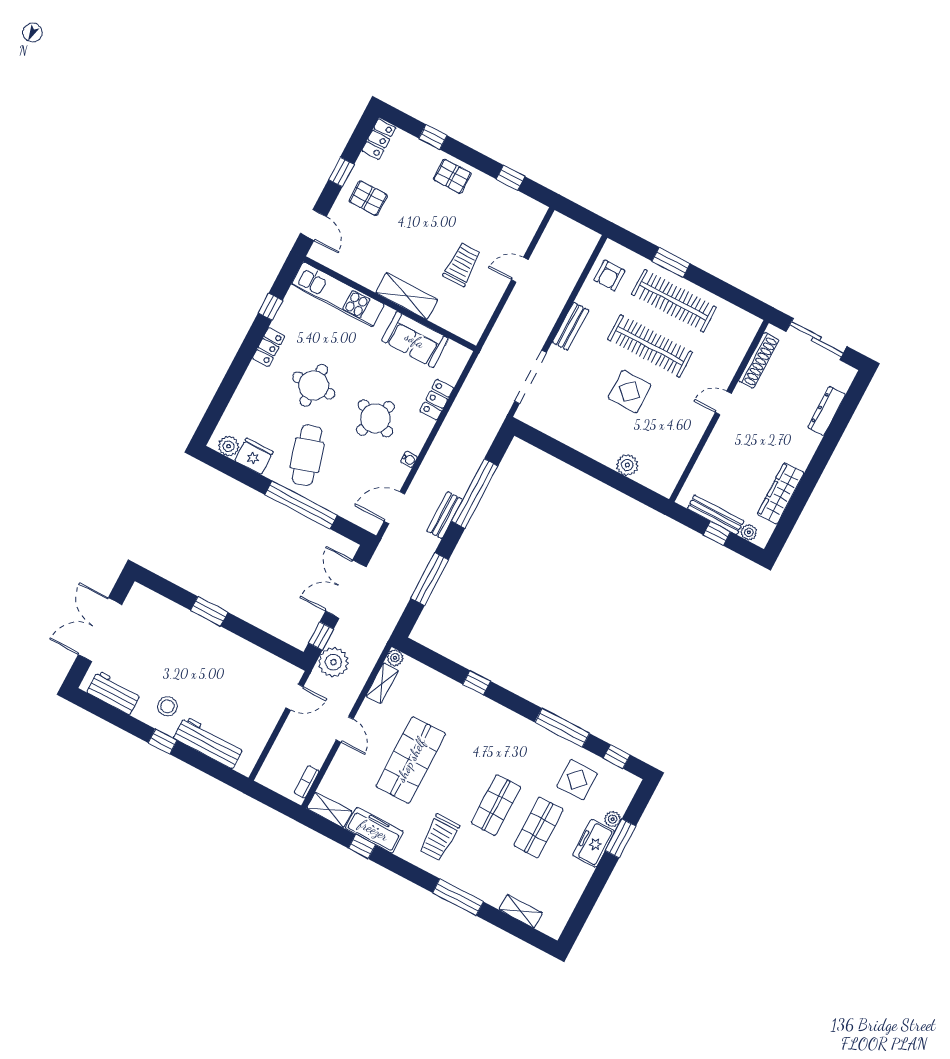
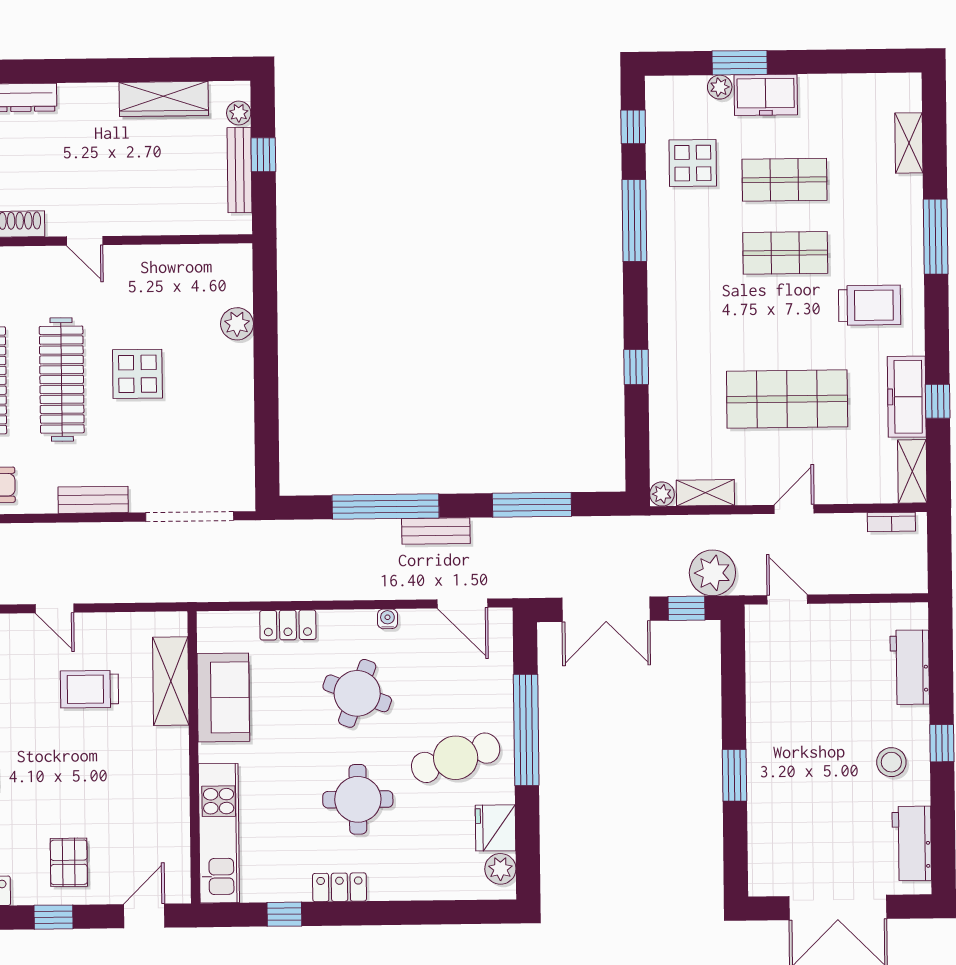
shelving: (407, 296) -> (171, 681), moved
workbench: (209, 742) -> (910, 667), width x0.73

